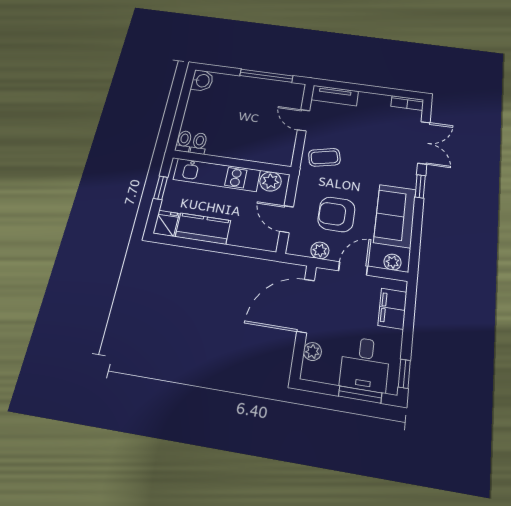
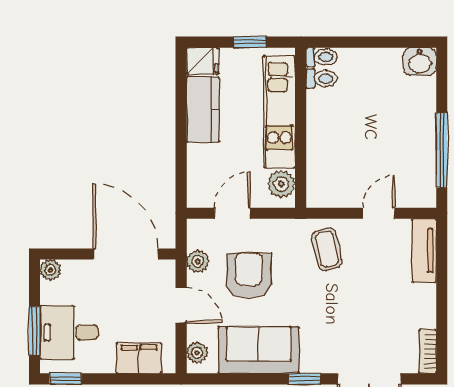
plant: (312, 352) -> (50, 270), moved

